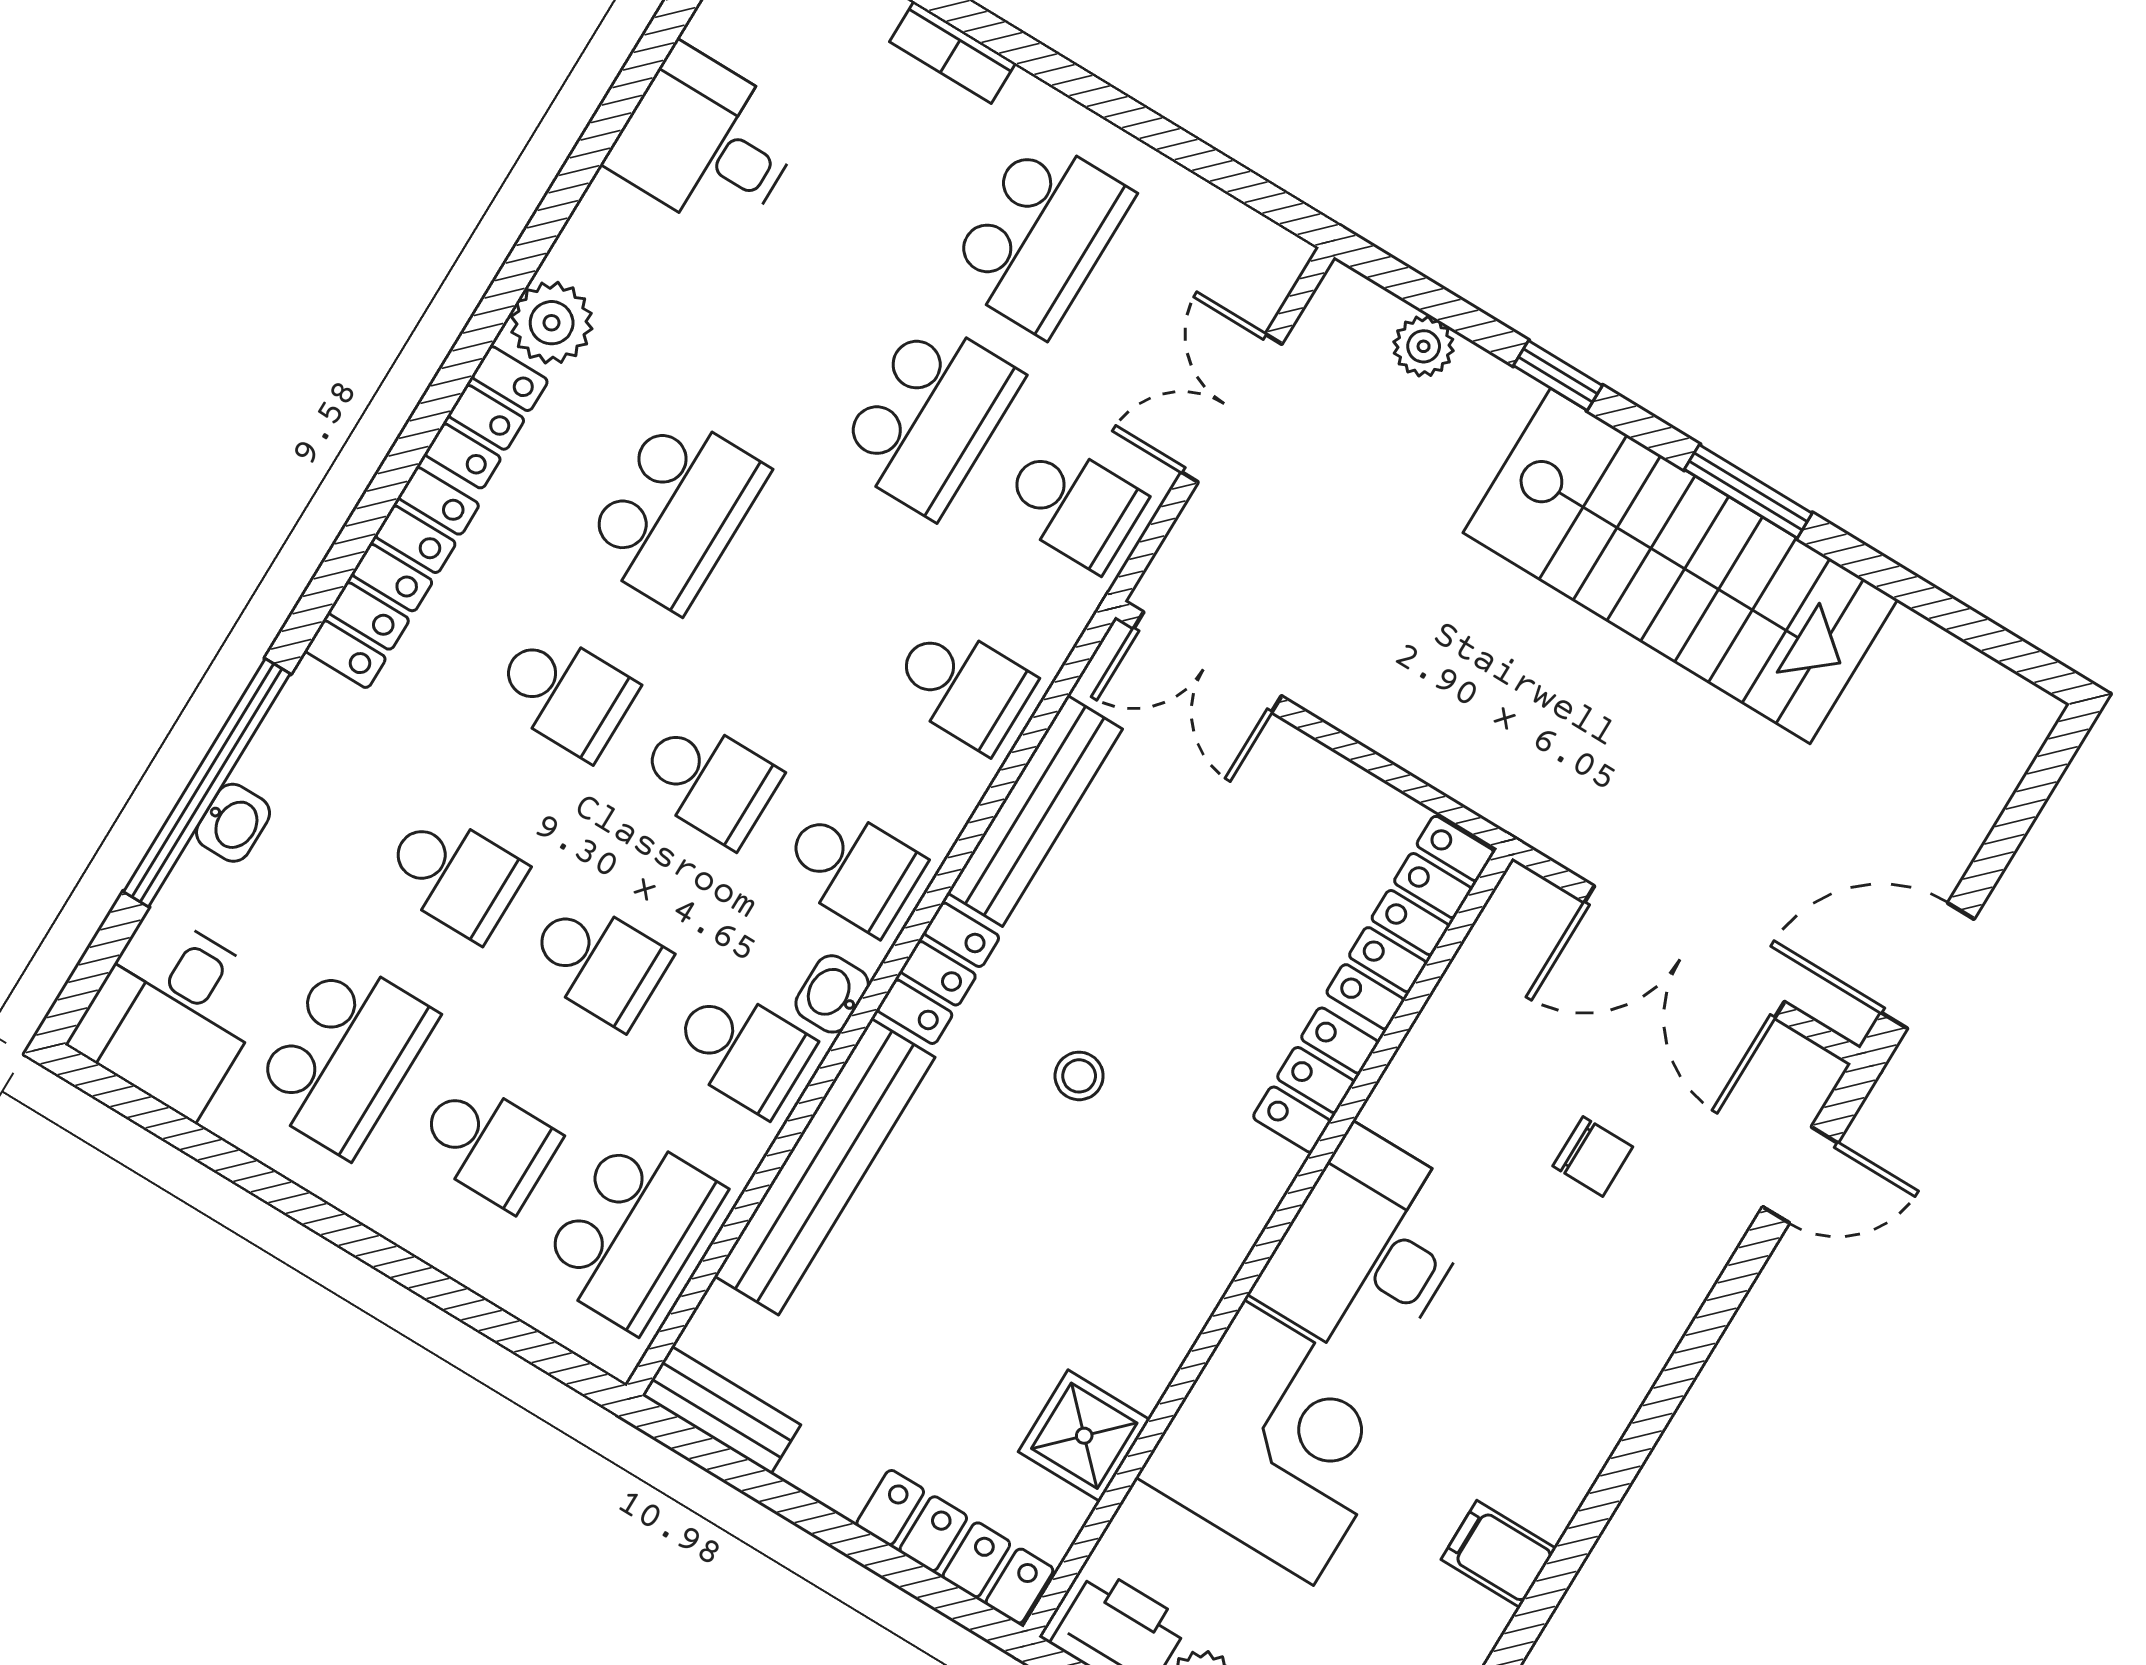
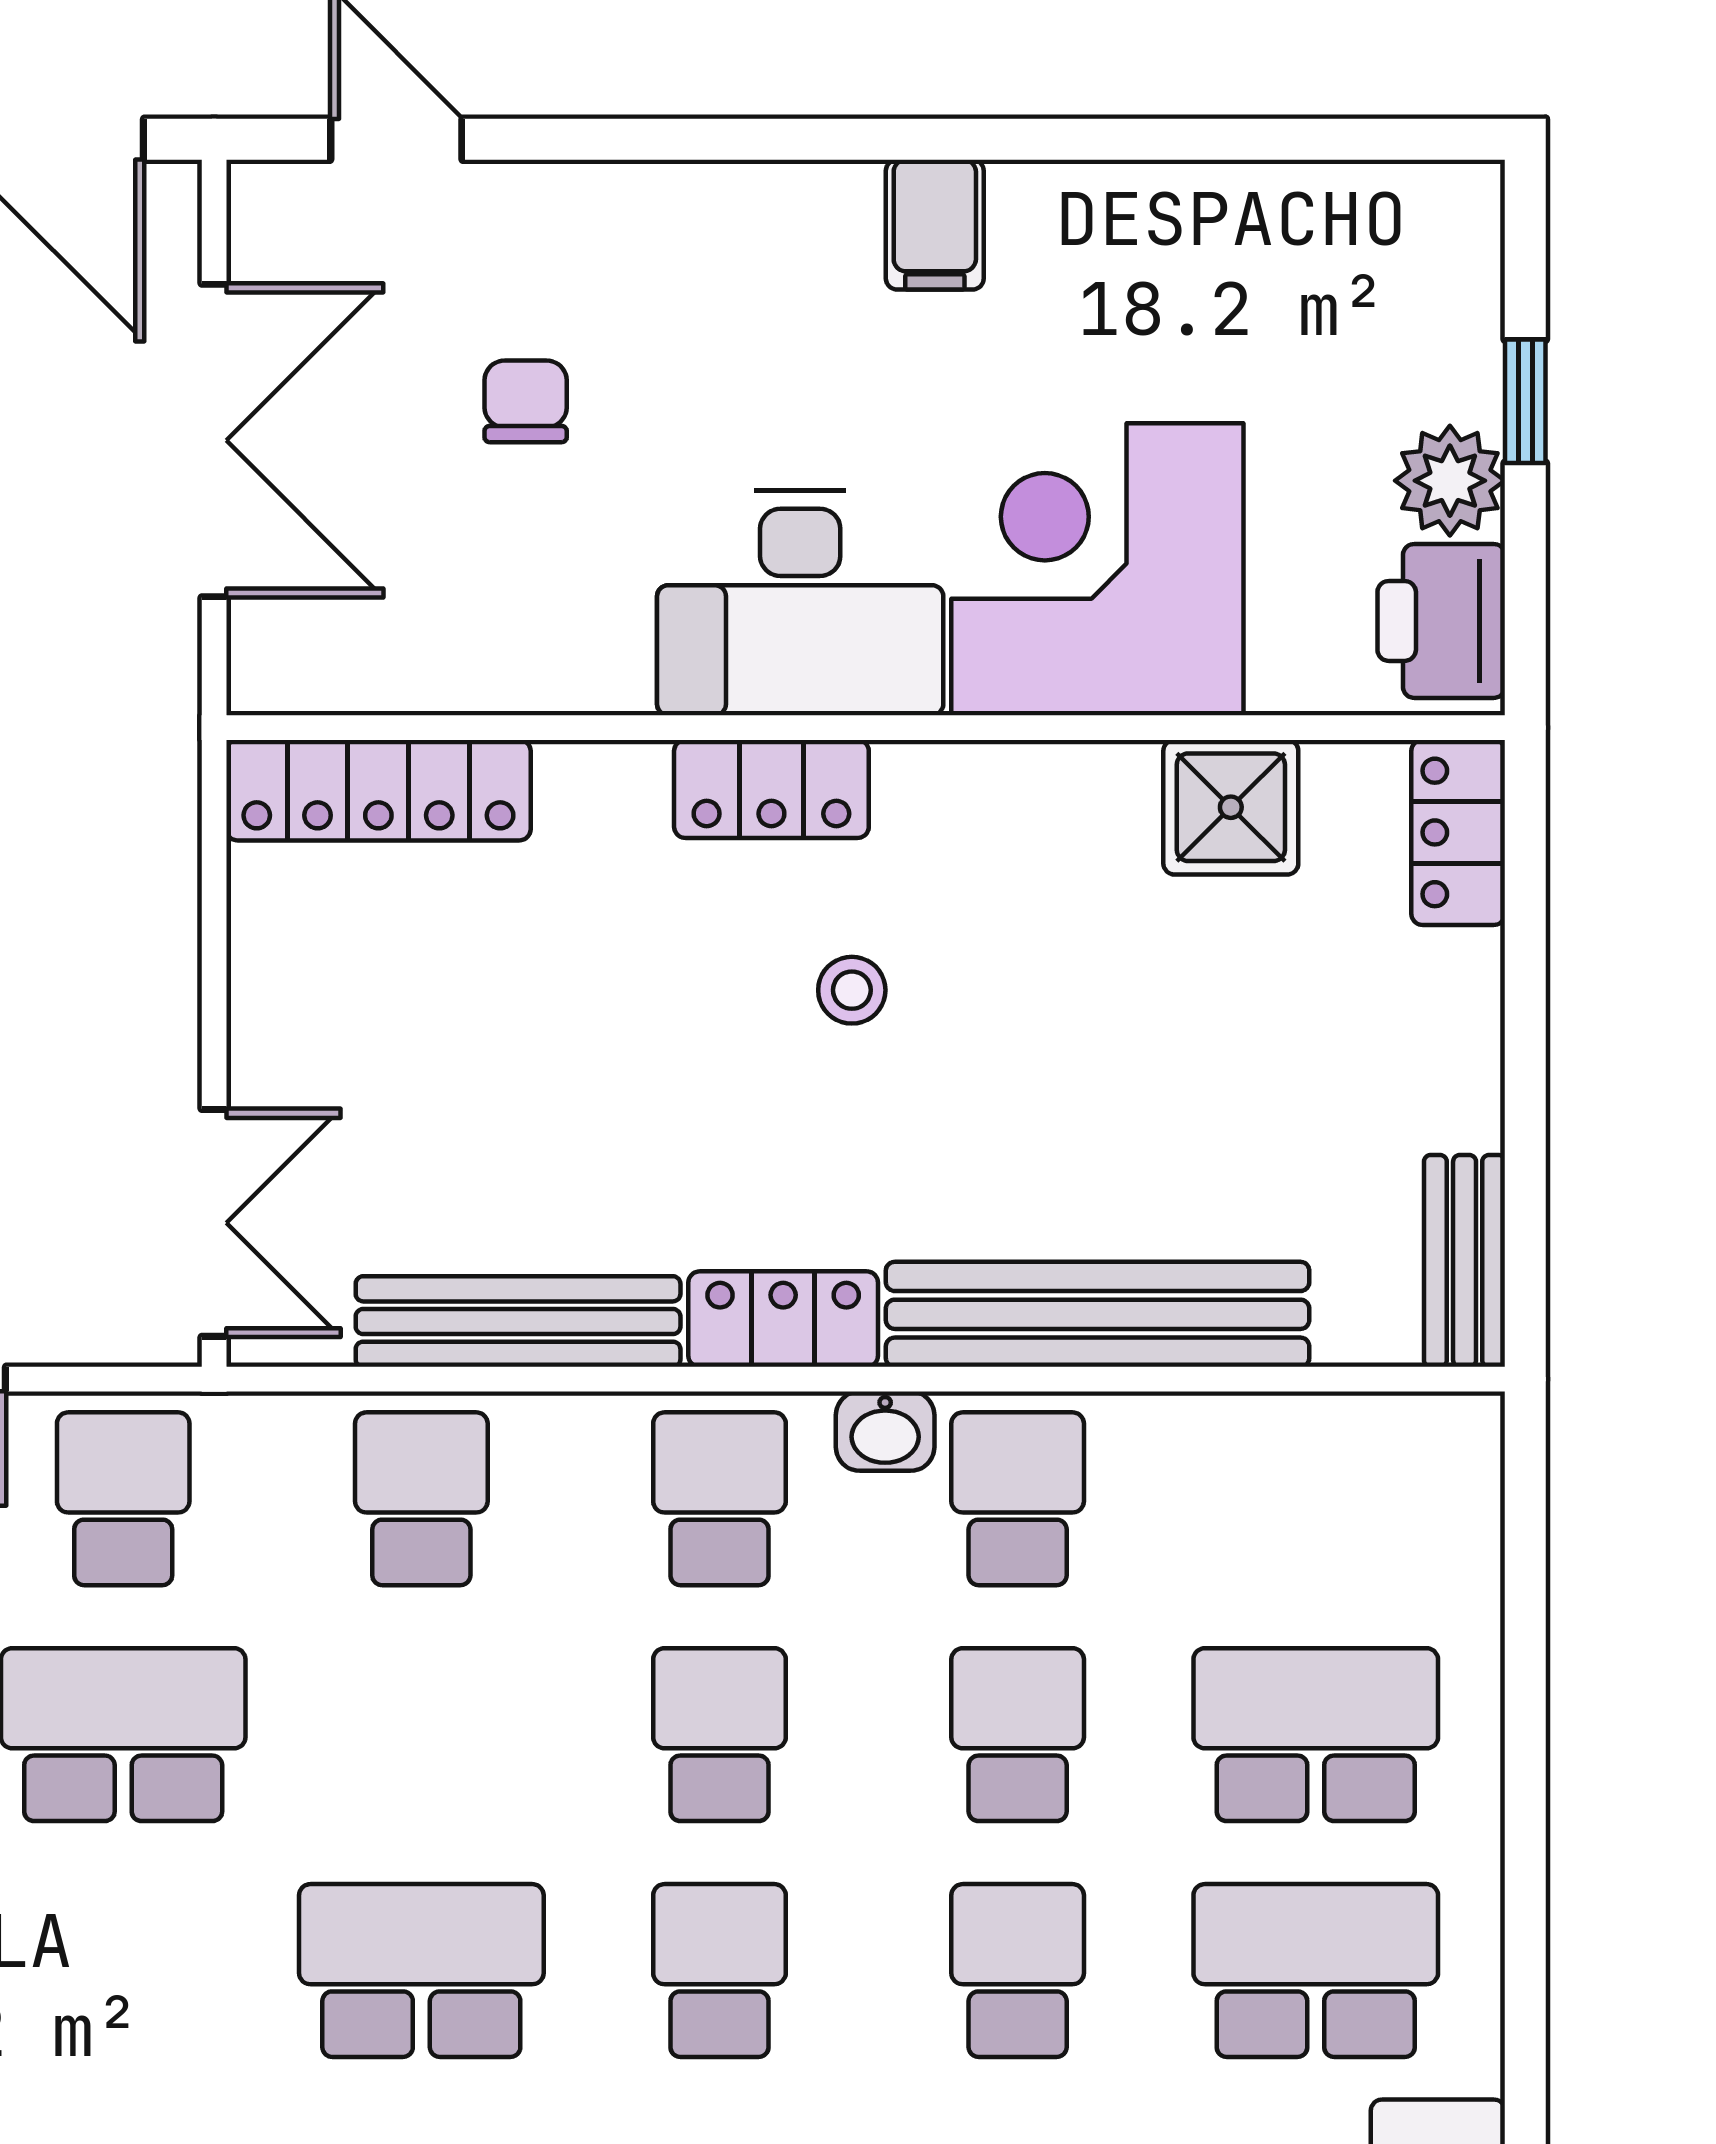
stool: (1079, 1076) -> (852, 990), moved
locker: (1316, 1080) -> (771, 789), moved
school desk: (488, 1144) -> (1316, 1735), width x1.85
school desk: (631, 1231) -> (1316, 1499), removed
locker: (955, 1547) -> (1458, 832), width x0.66
filing cabinet: (1499, 1554) -> (935, 225), moved

